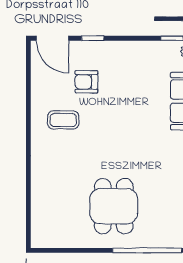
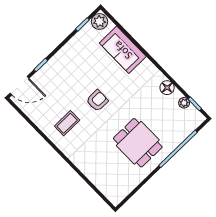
armchair: (86, 82) -> (97, 101), moved, turned 180

